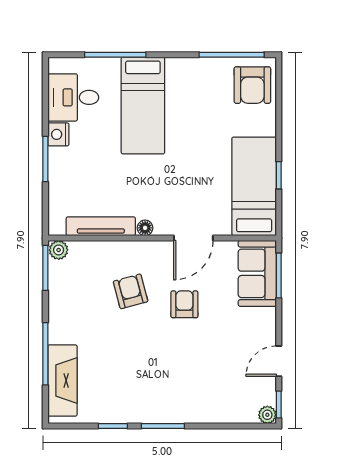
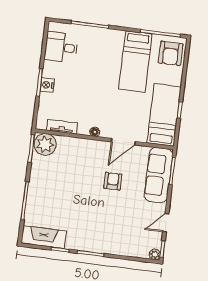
bed: (143, 105) -> (135, 62), moved
nightstand: (58, 134) -> (47, 85), moved
tv unit: (101, 226) -> (62, 127), width x0.71
plant: (59, 250) -> (45, 144), width x1.87, depth x1.87
sofa: (257, 273) -> (158, 175), width x1.36
armchair: (131, 291) -> (81, 169), removed
fireplace: (62, 380) -> (44, 237), moved, turned -90

